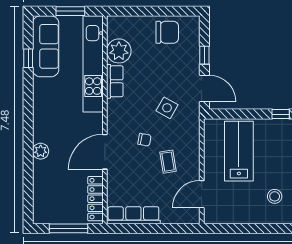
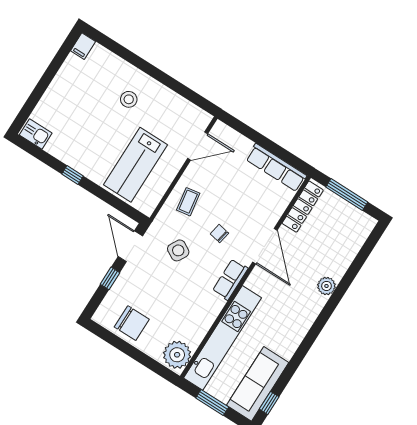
chair: (167, 32) -> (132, 323), turned 180
plant: (119, 51) -> (177, 355), moved
window: (28, 58) -> (269, 403), moved
row of seats: (115, 81) -> (230, 280), moved
door: (105, 152) -> (265, 246), hinge flipped
coffee table: (168, 162) -> (188, 202), moved

